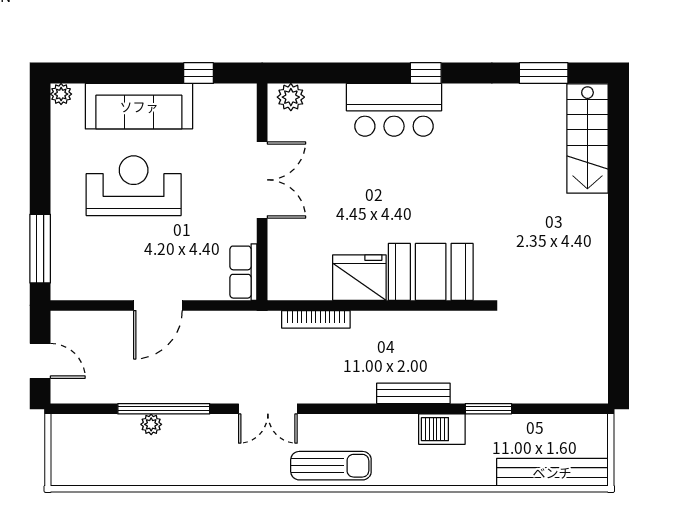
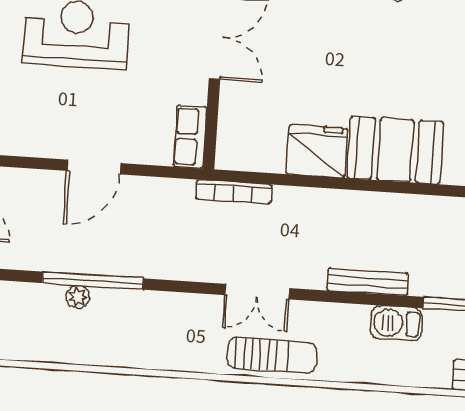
bookcase: (316, 319) -> (234, 192), moved
double door: (268, 409) -> (257, 292), moved

